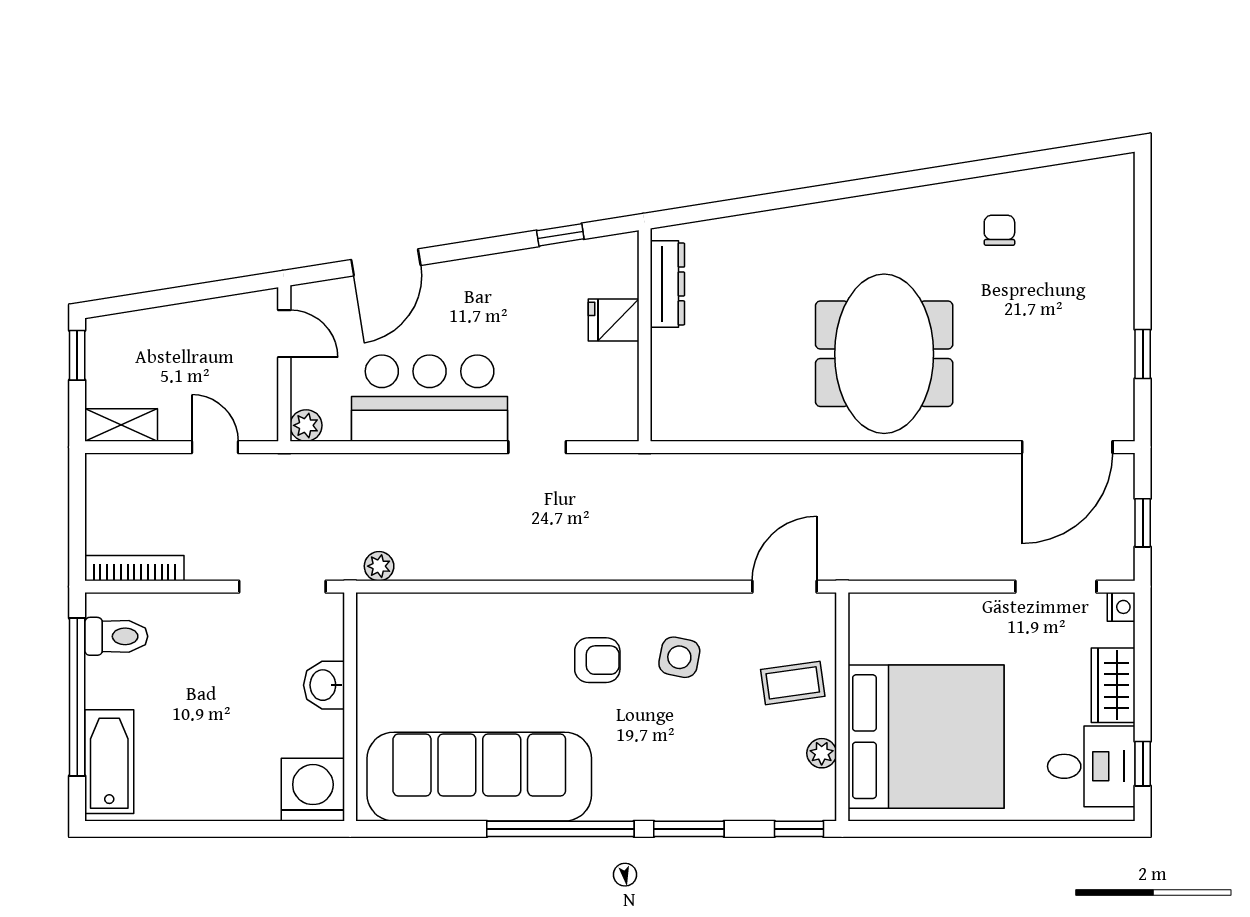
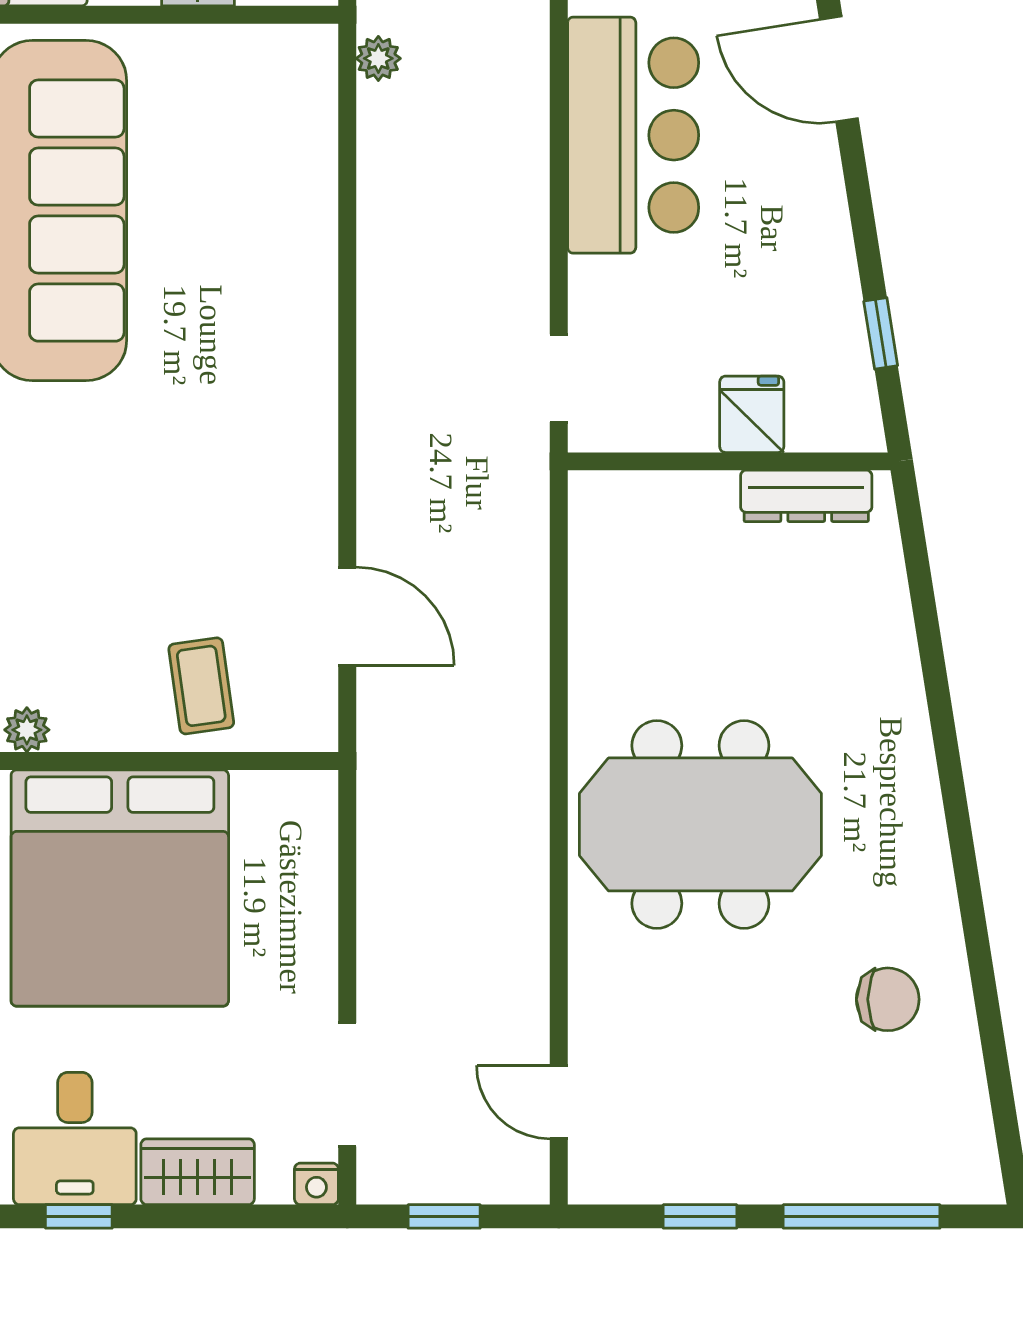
chair: (999, 230) -> (888, 999), width x1.37, depth x1.37
window: (1143, 247) -> (862, 1216), added
doorway: (537, 447) -> (559, 378), moved
door: (1067, 447) -> (559, 1102), width x0.53
door: (785, 587) -> (347, 616), moved
side table: (679, 657) -> (240, 514), removed
armchair: (597, 660) -> (236, 389), removed
plant: (822, 753) -> (27, 730), moved

